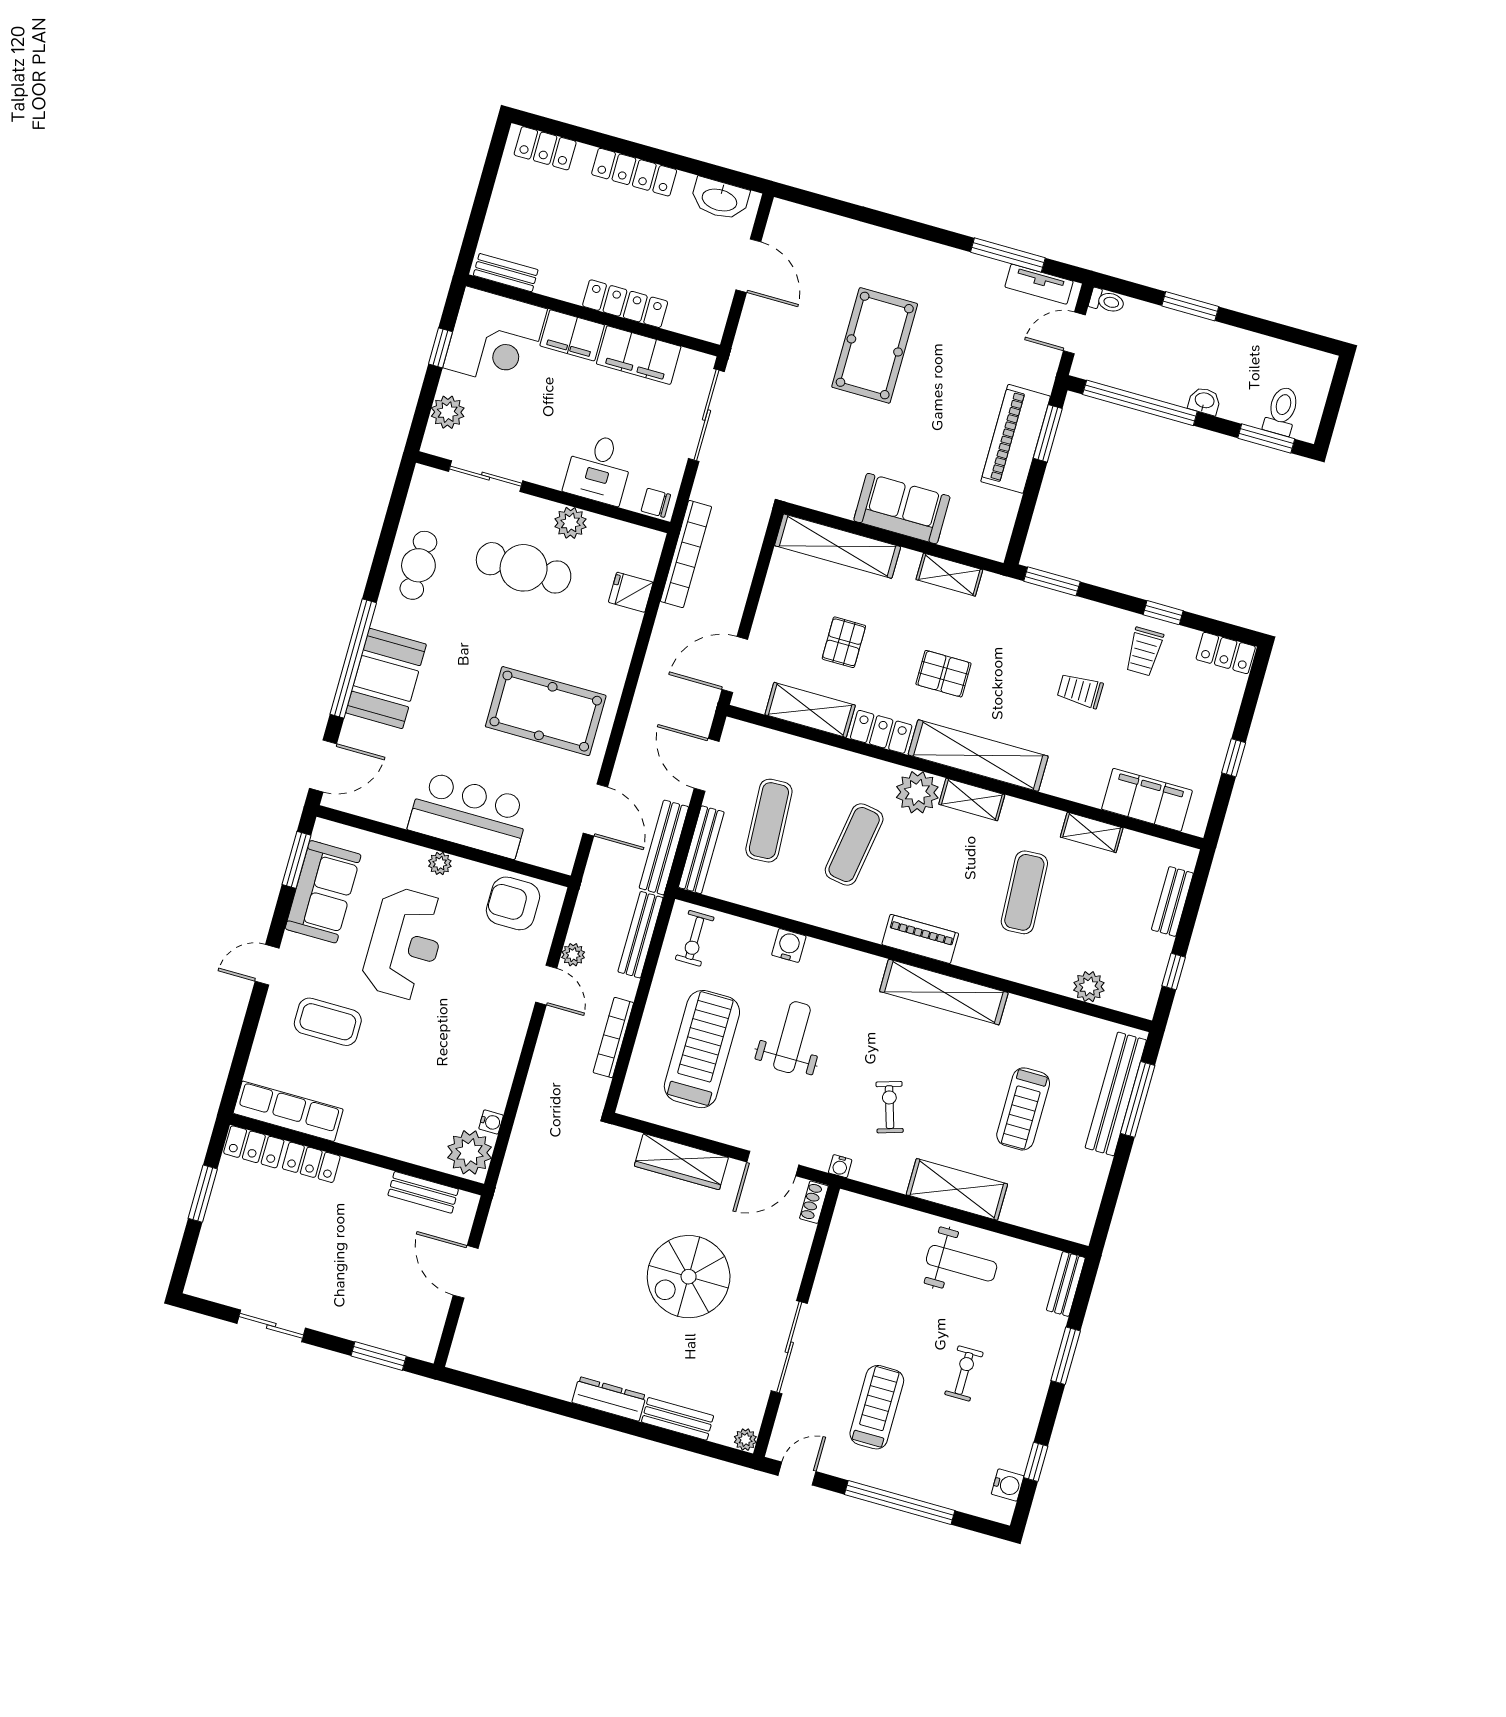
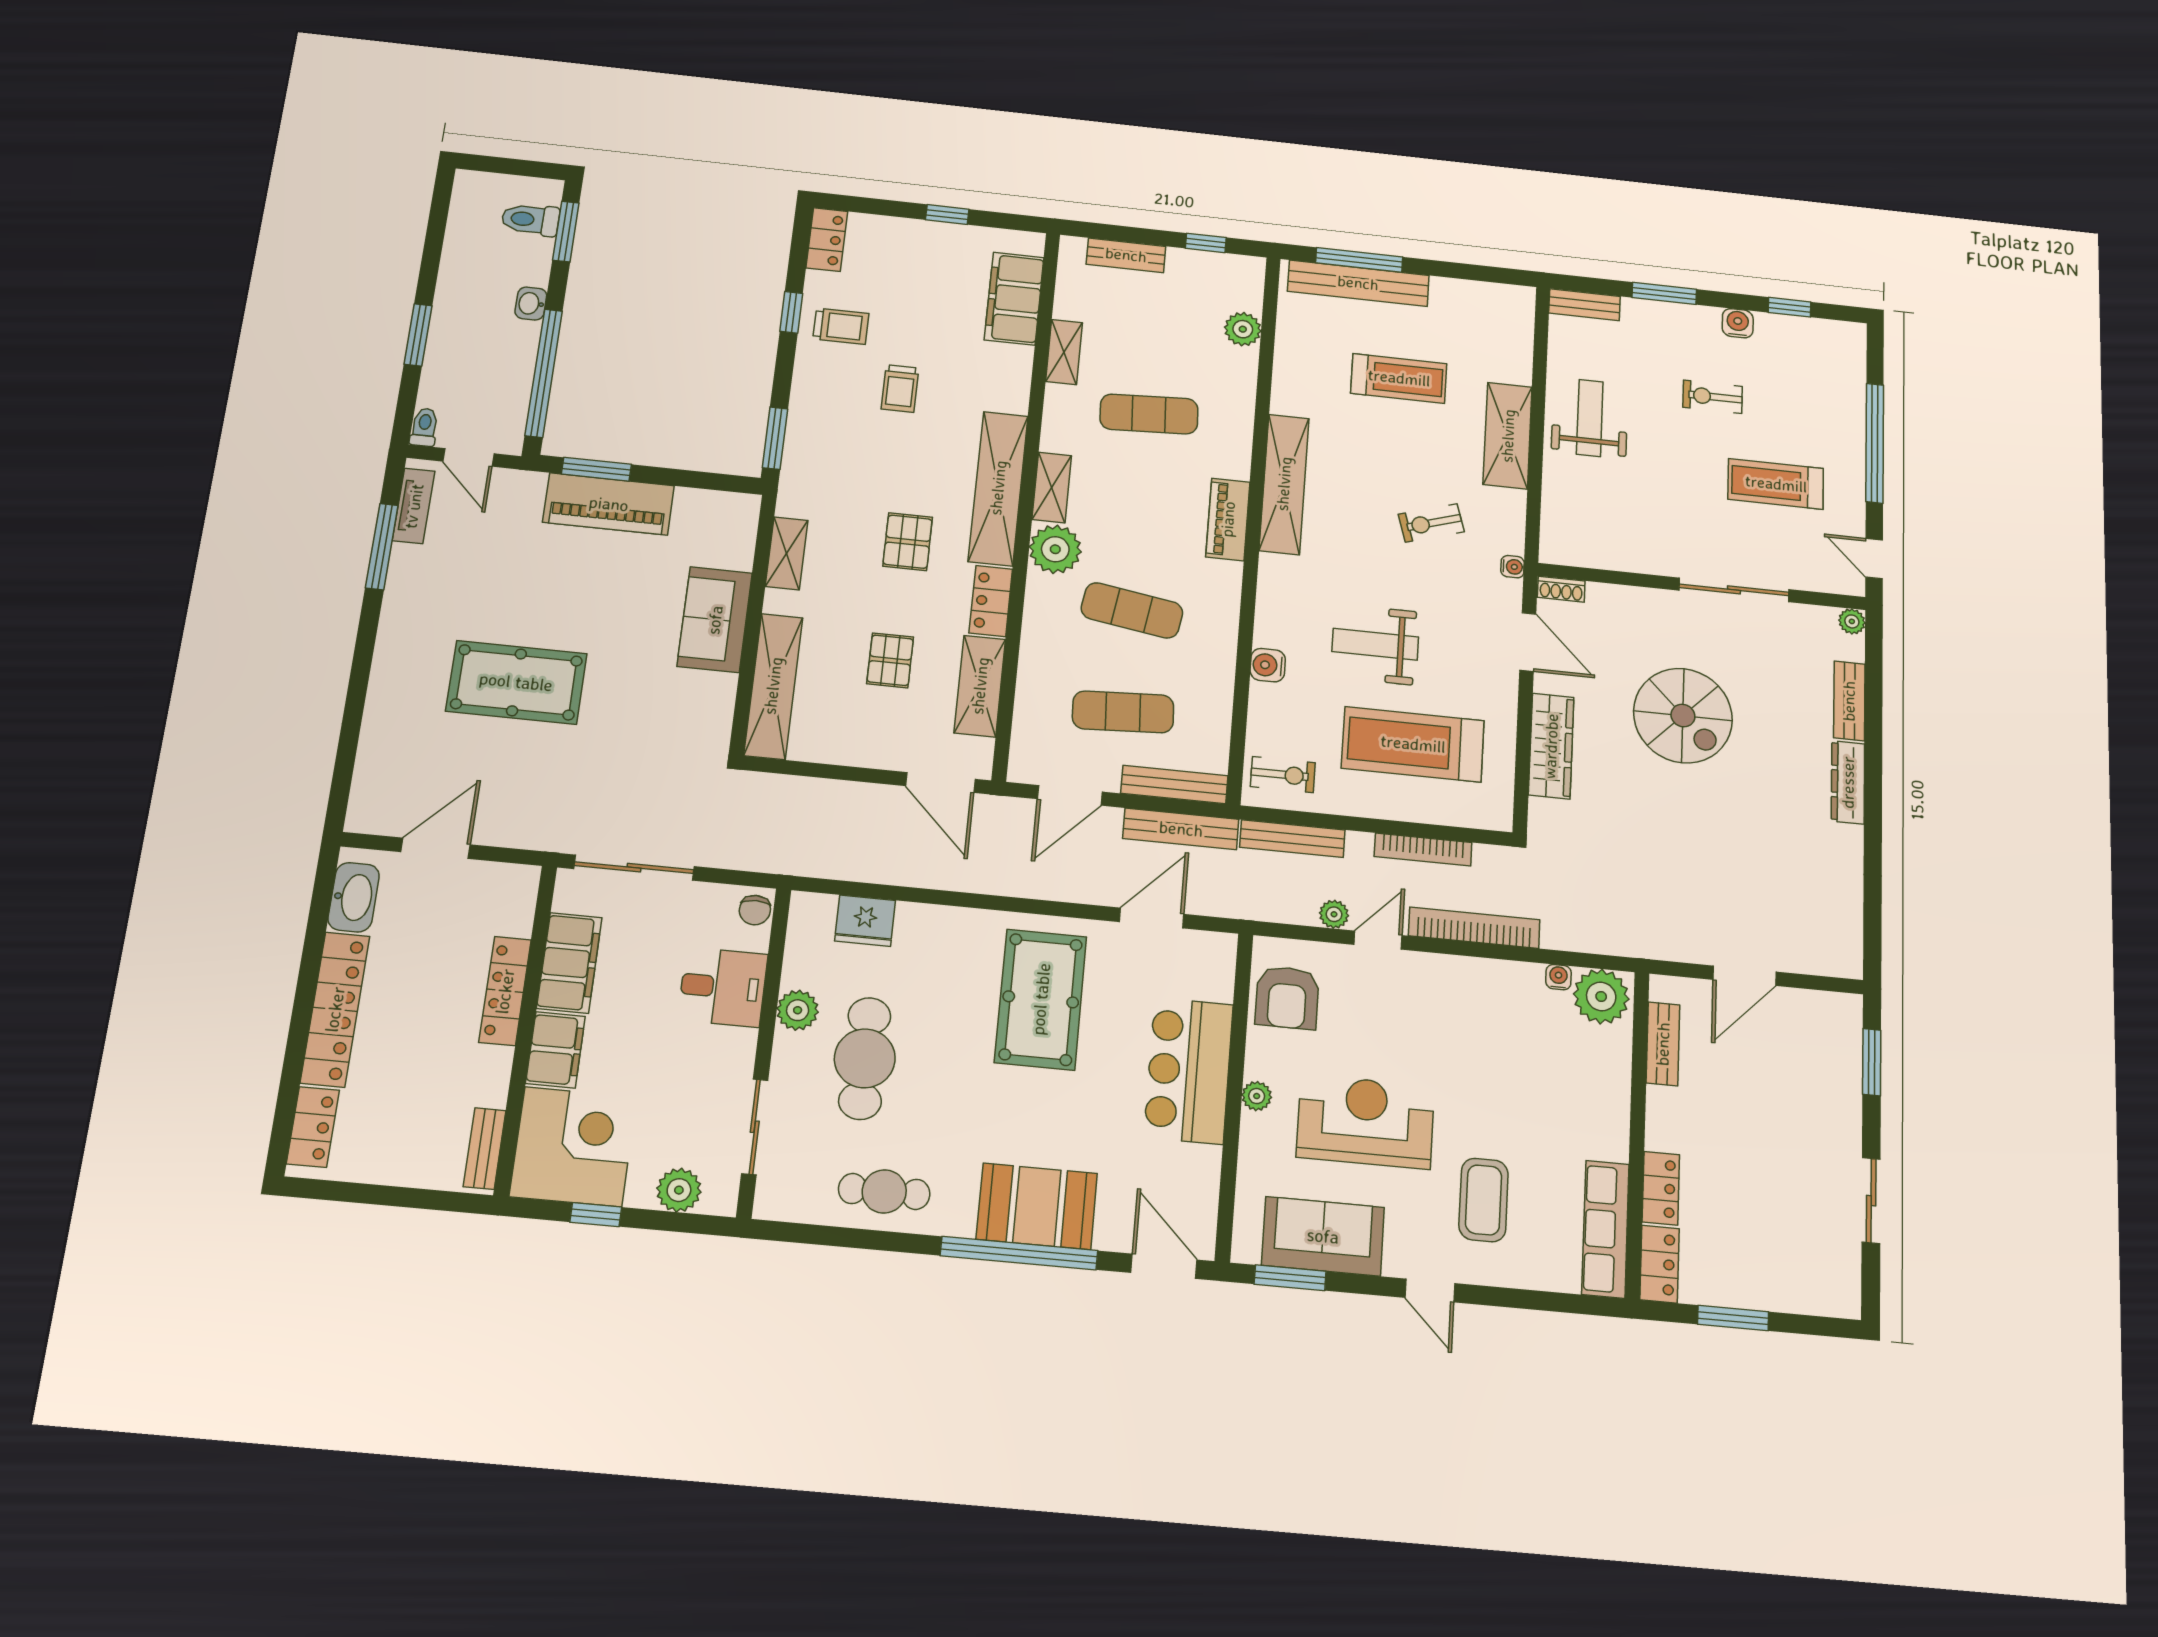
locker: (634, 172) -> (335, 1009), width x1.41, depth x1.21
bookcase: (686, 554) -> (1474, 928), moved
fridge: (631, 592) -> (865, 921), width x1.38
pallet: (844, 642) -> (890, 660), turned 90
water cooler: (1008, 1485) -> (1738, 323), moved

